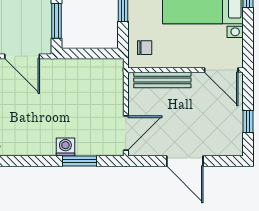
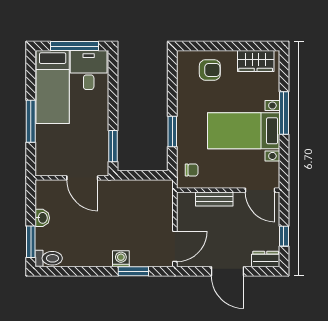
bench: (162, 80) -> (214, 199), width x0.73
dresser: (228, 147) -> (266, 259), added

